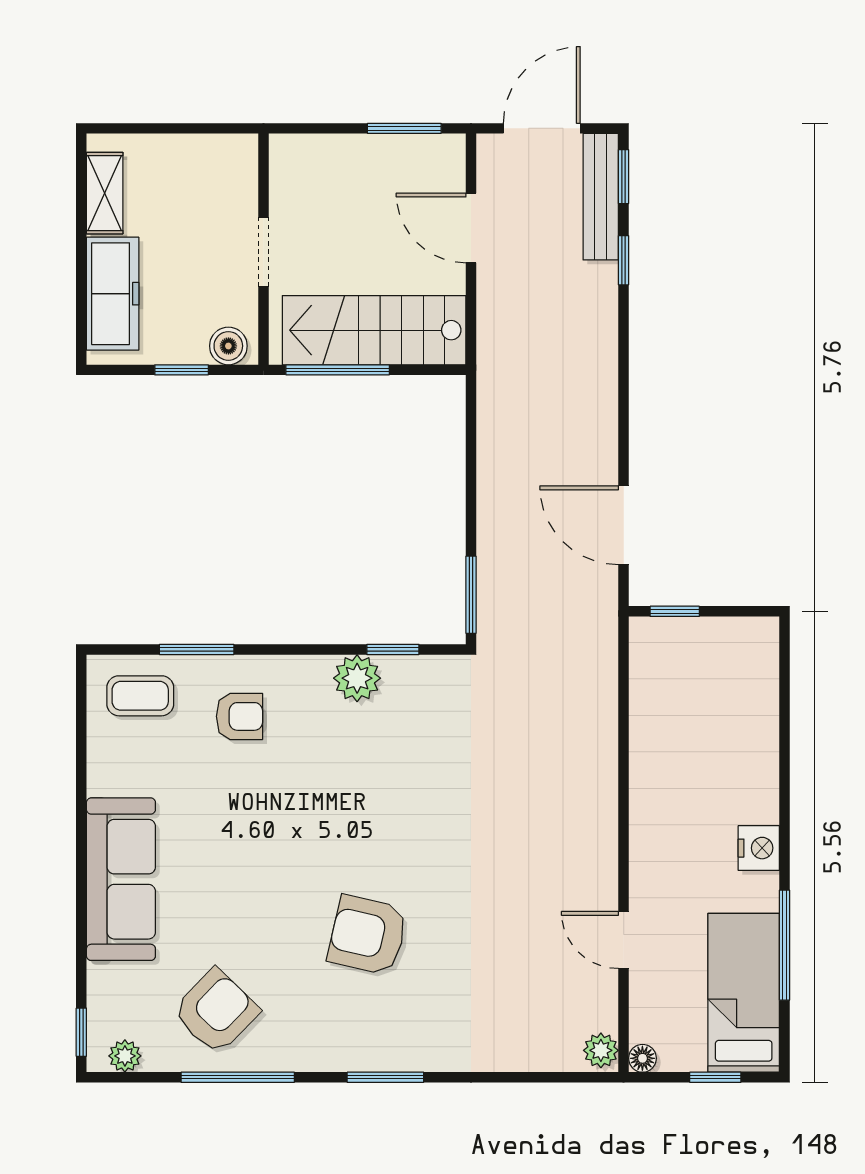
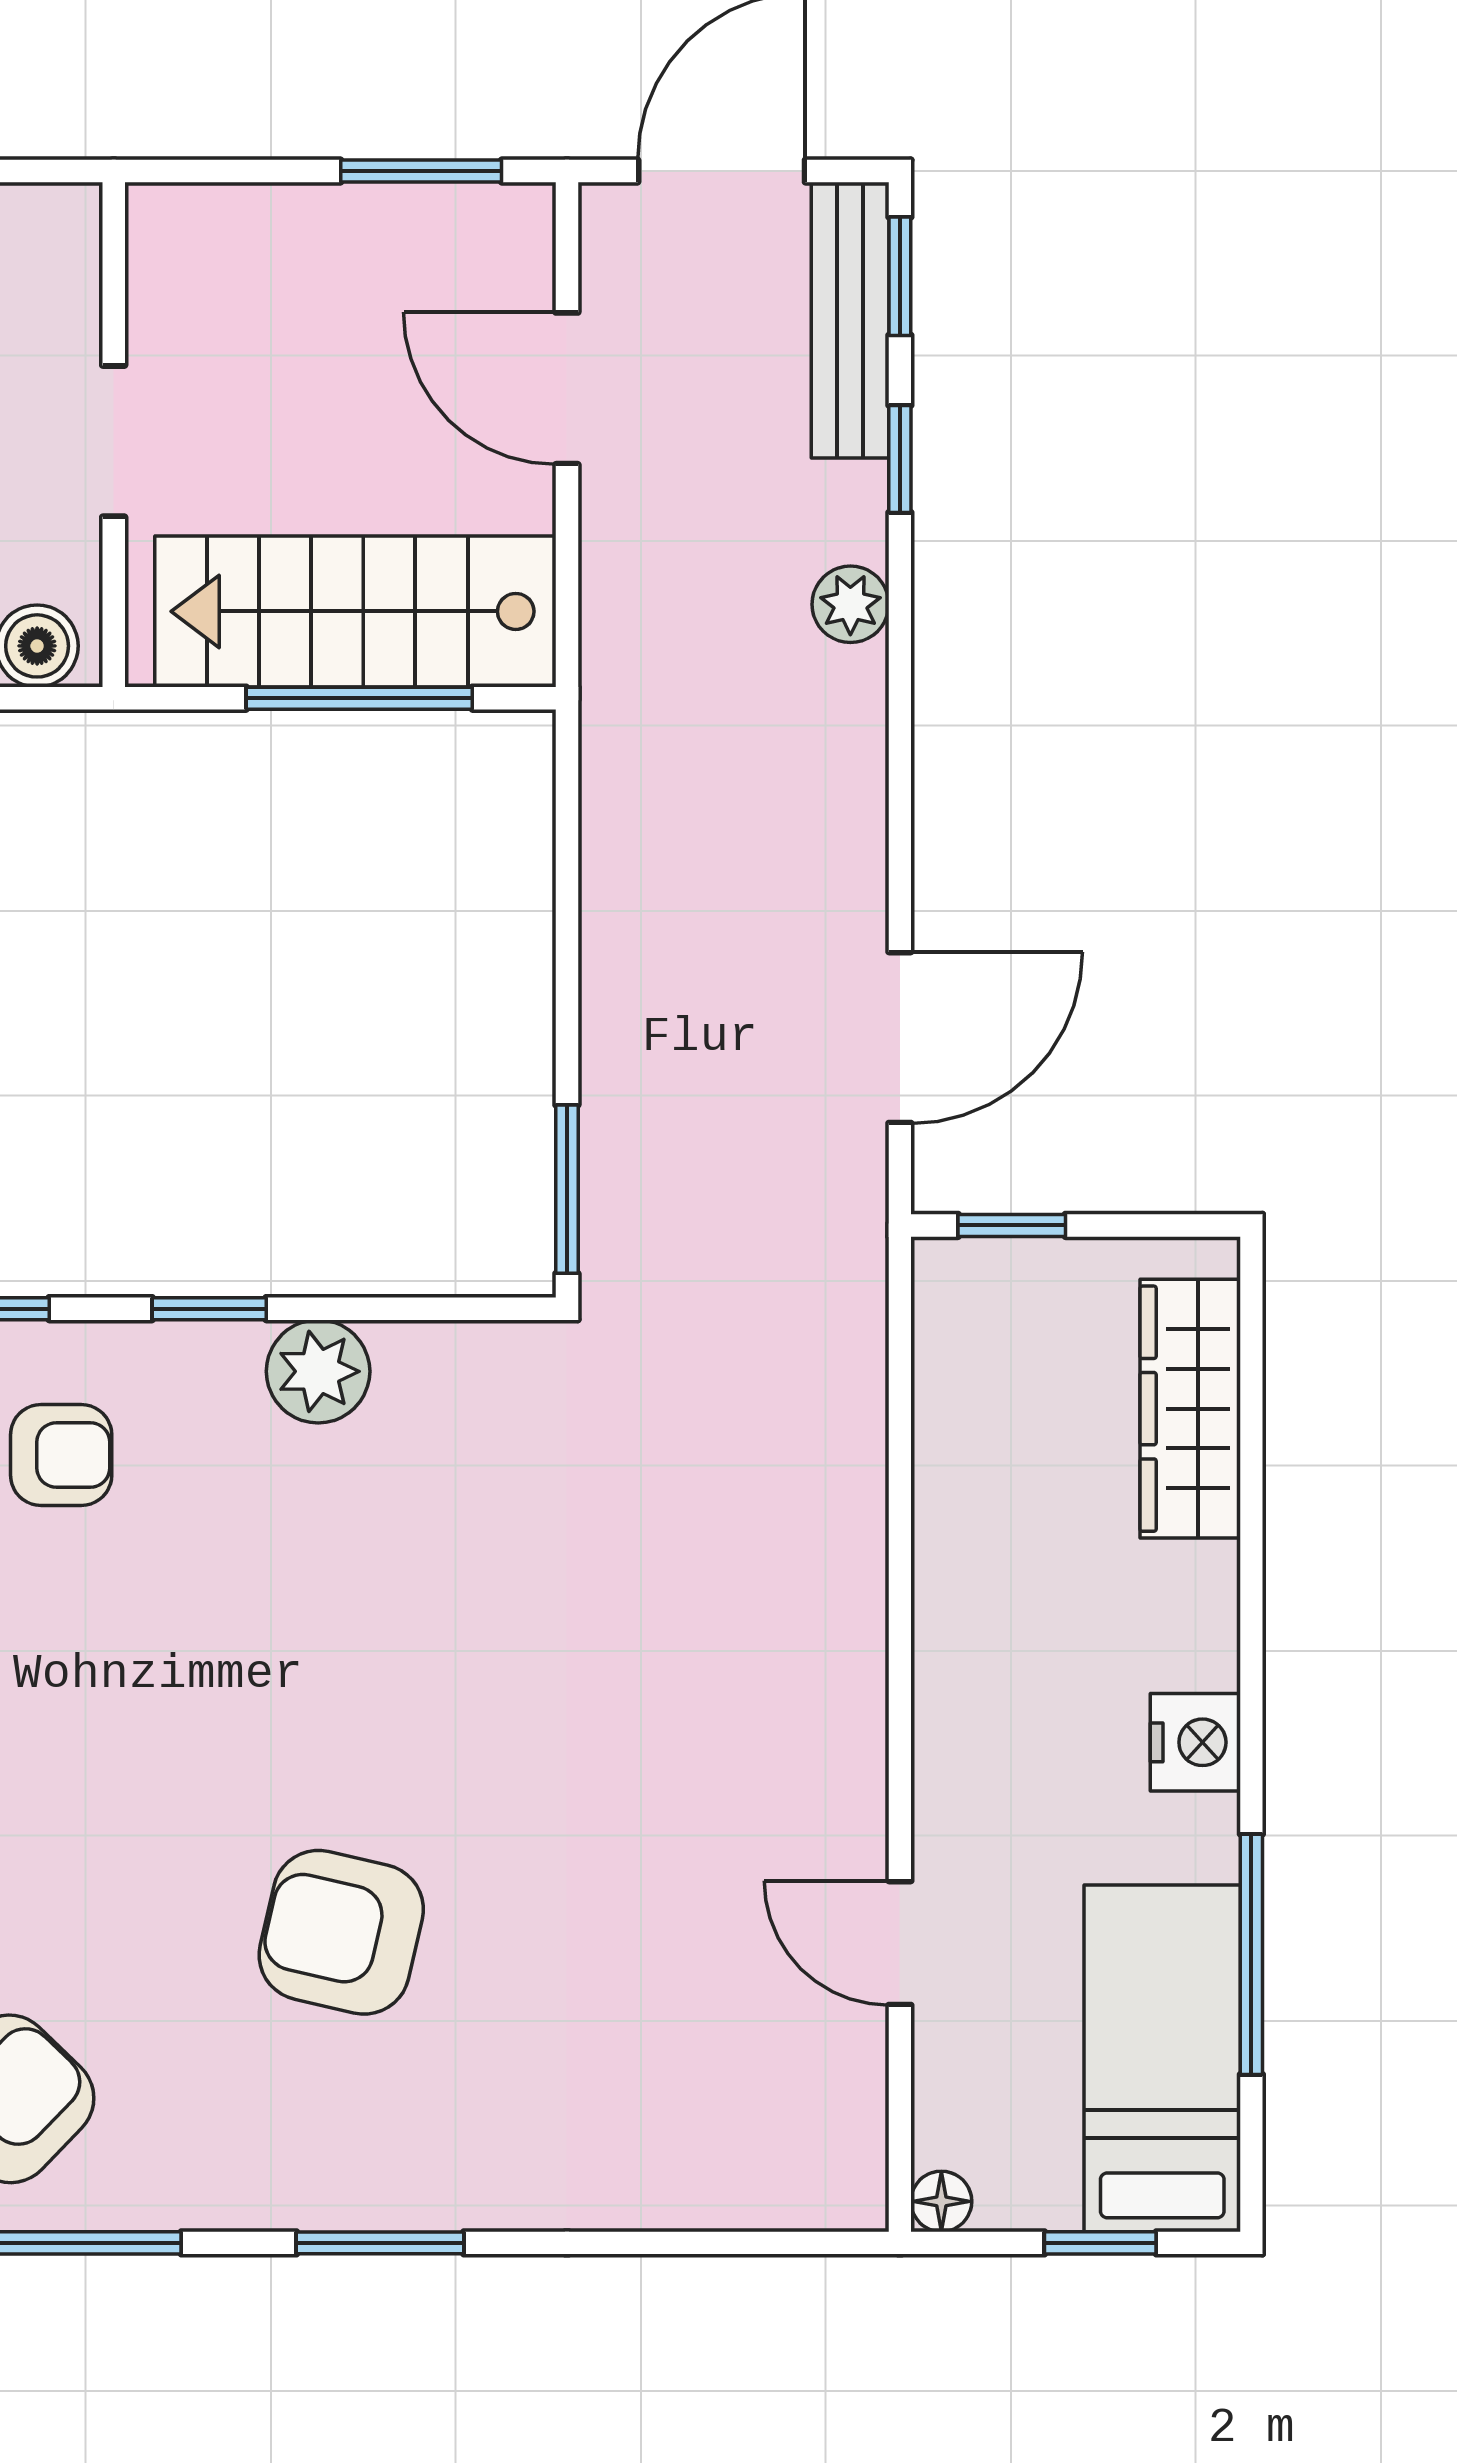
window: (338, 370) -> (359, 698), moved
door: (624, 525) -> (900, 1038), swing flipped
window: (393, 649) -> (209, 1309), moved
wardrobe: (756, 695) -> (1190, 1409), added
plant: (601, 1050) -> (850, 604), moved

